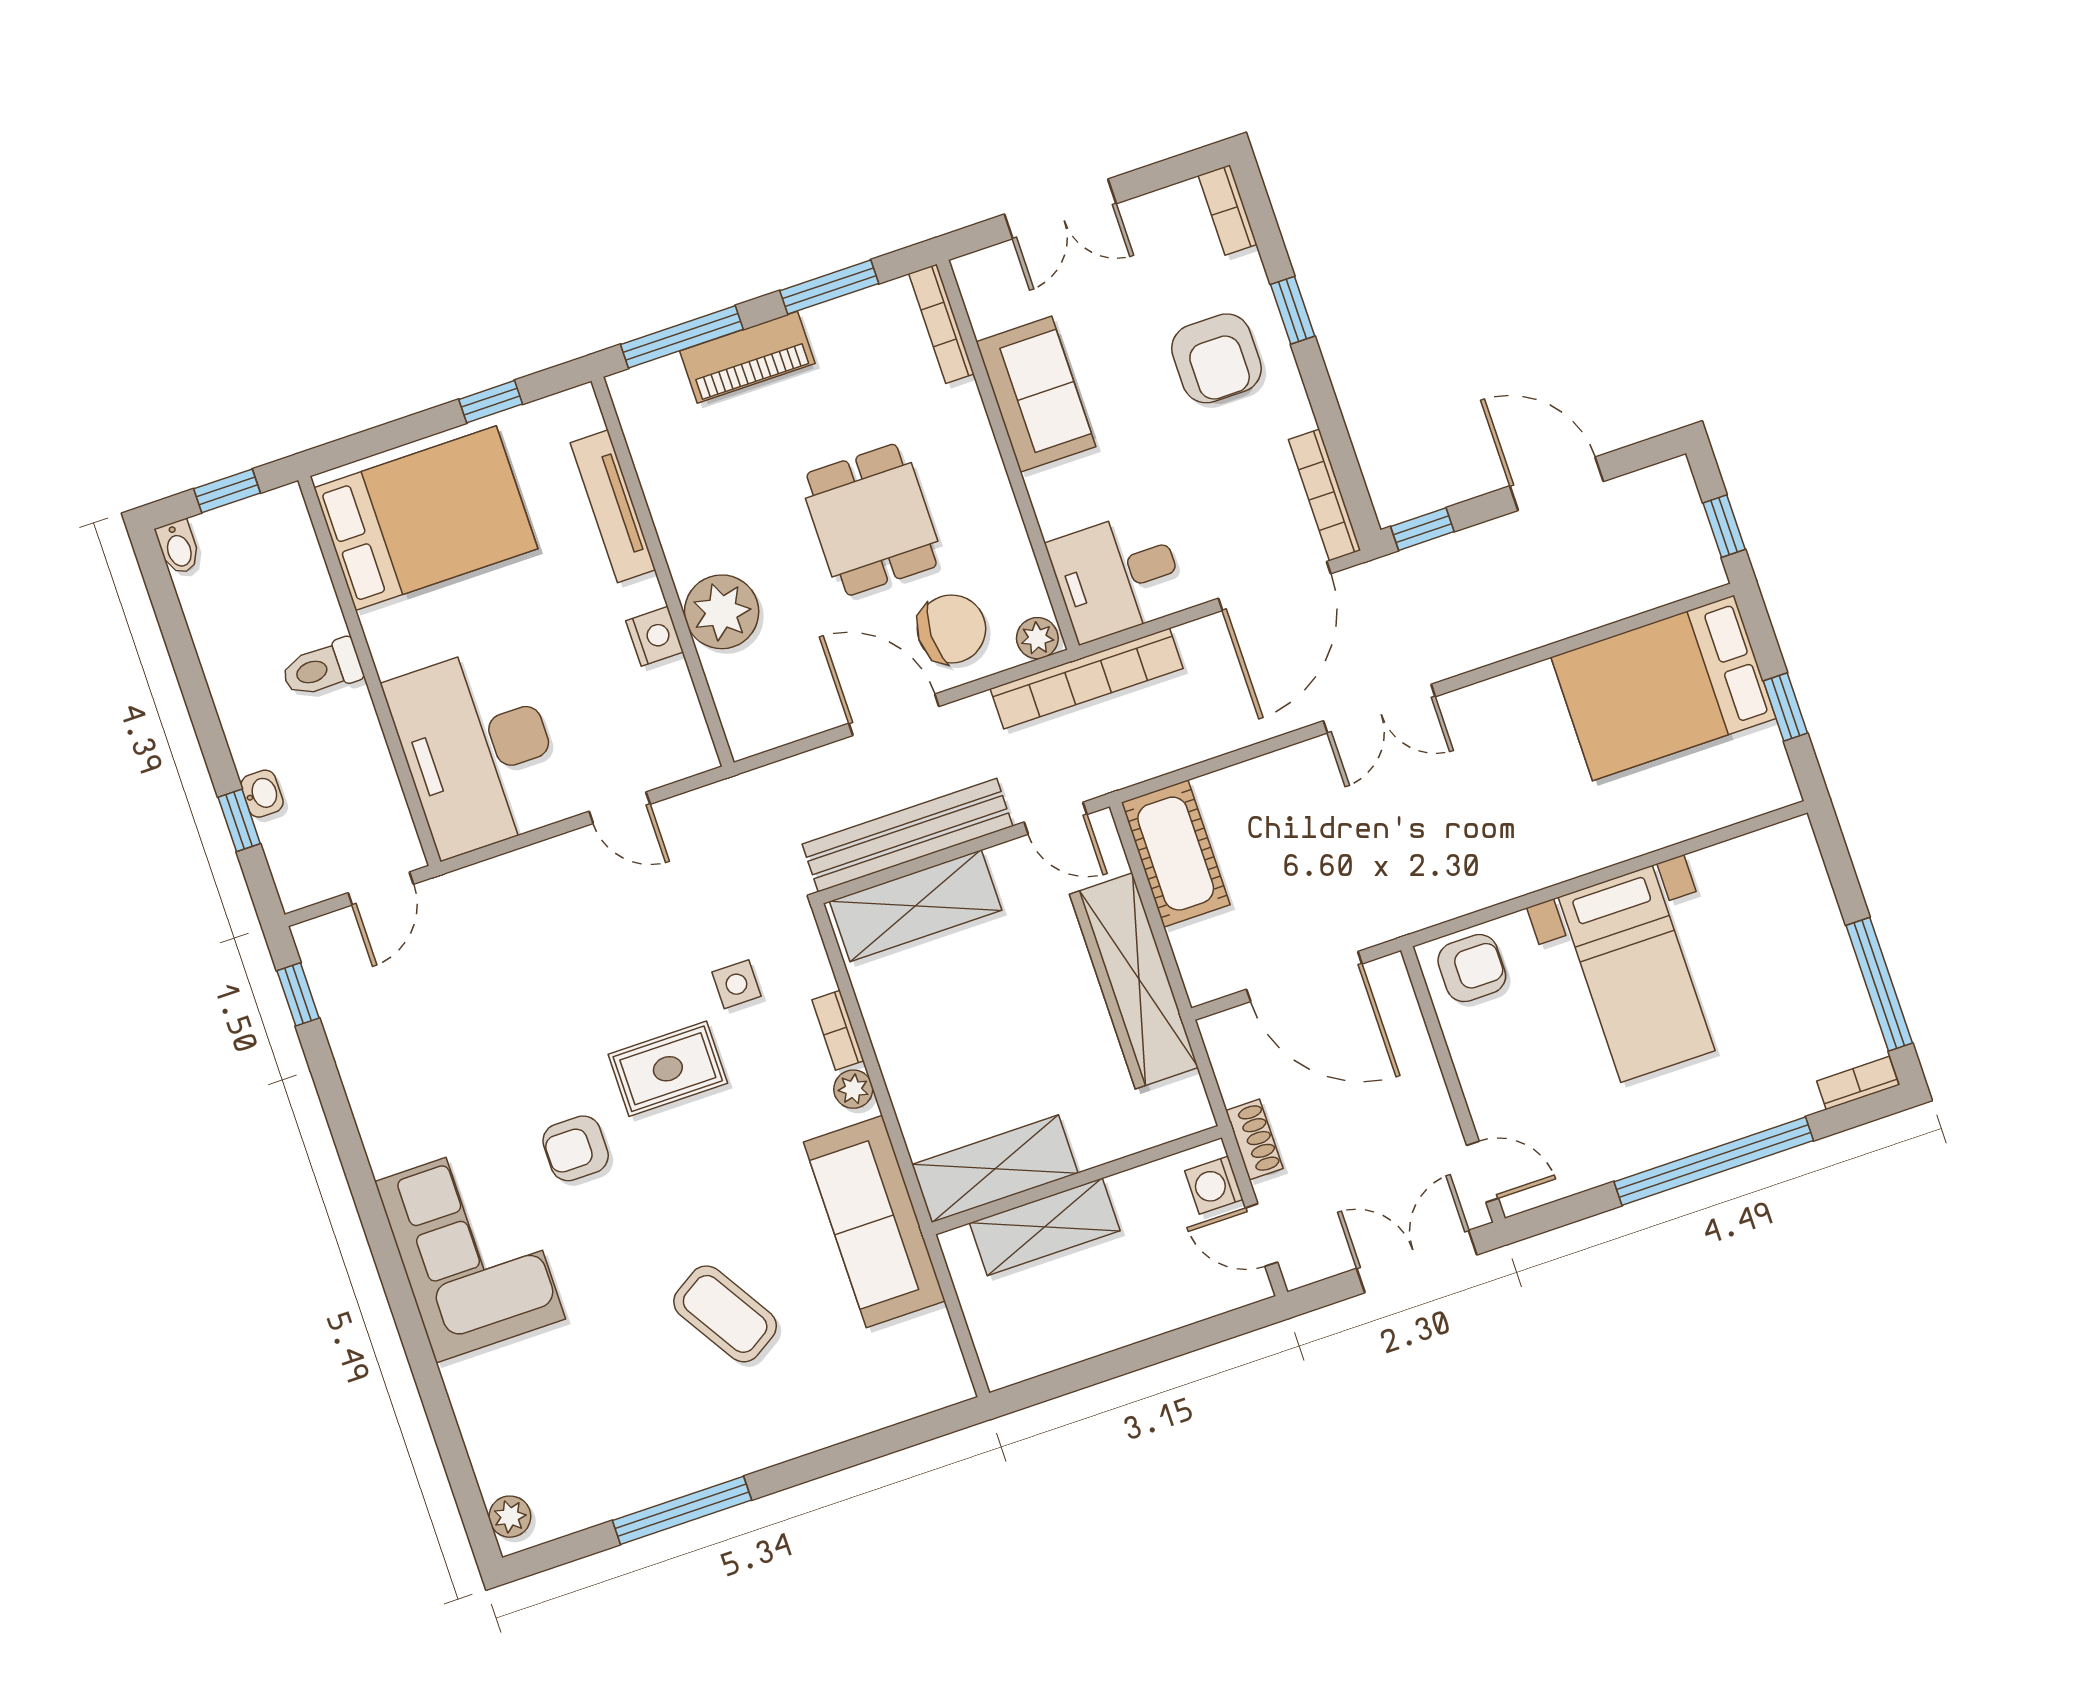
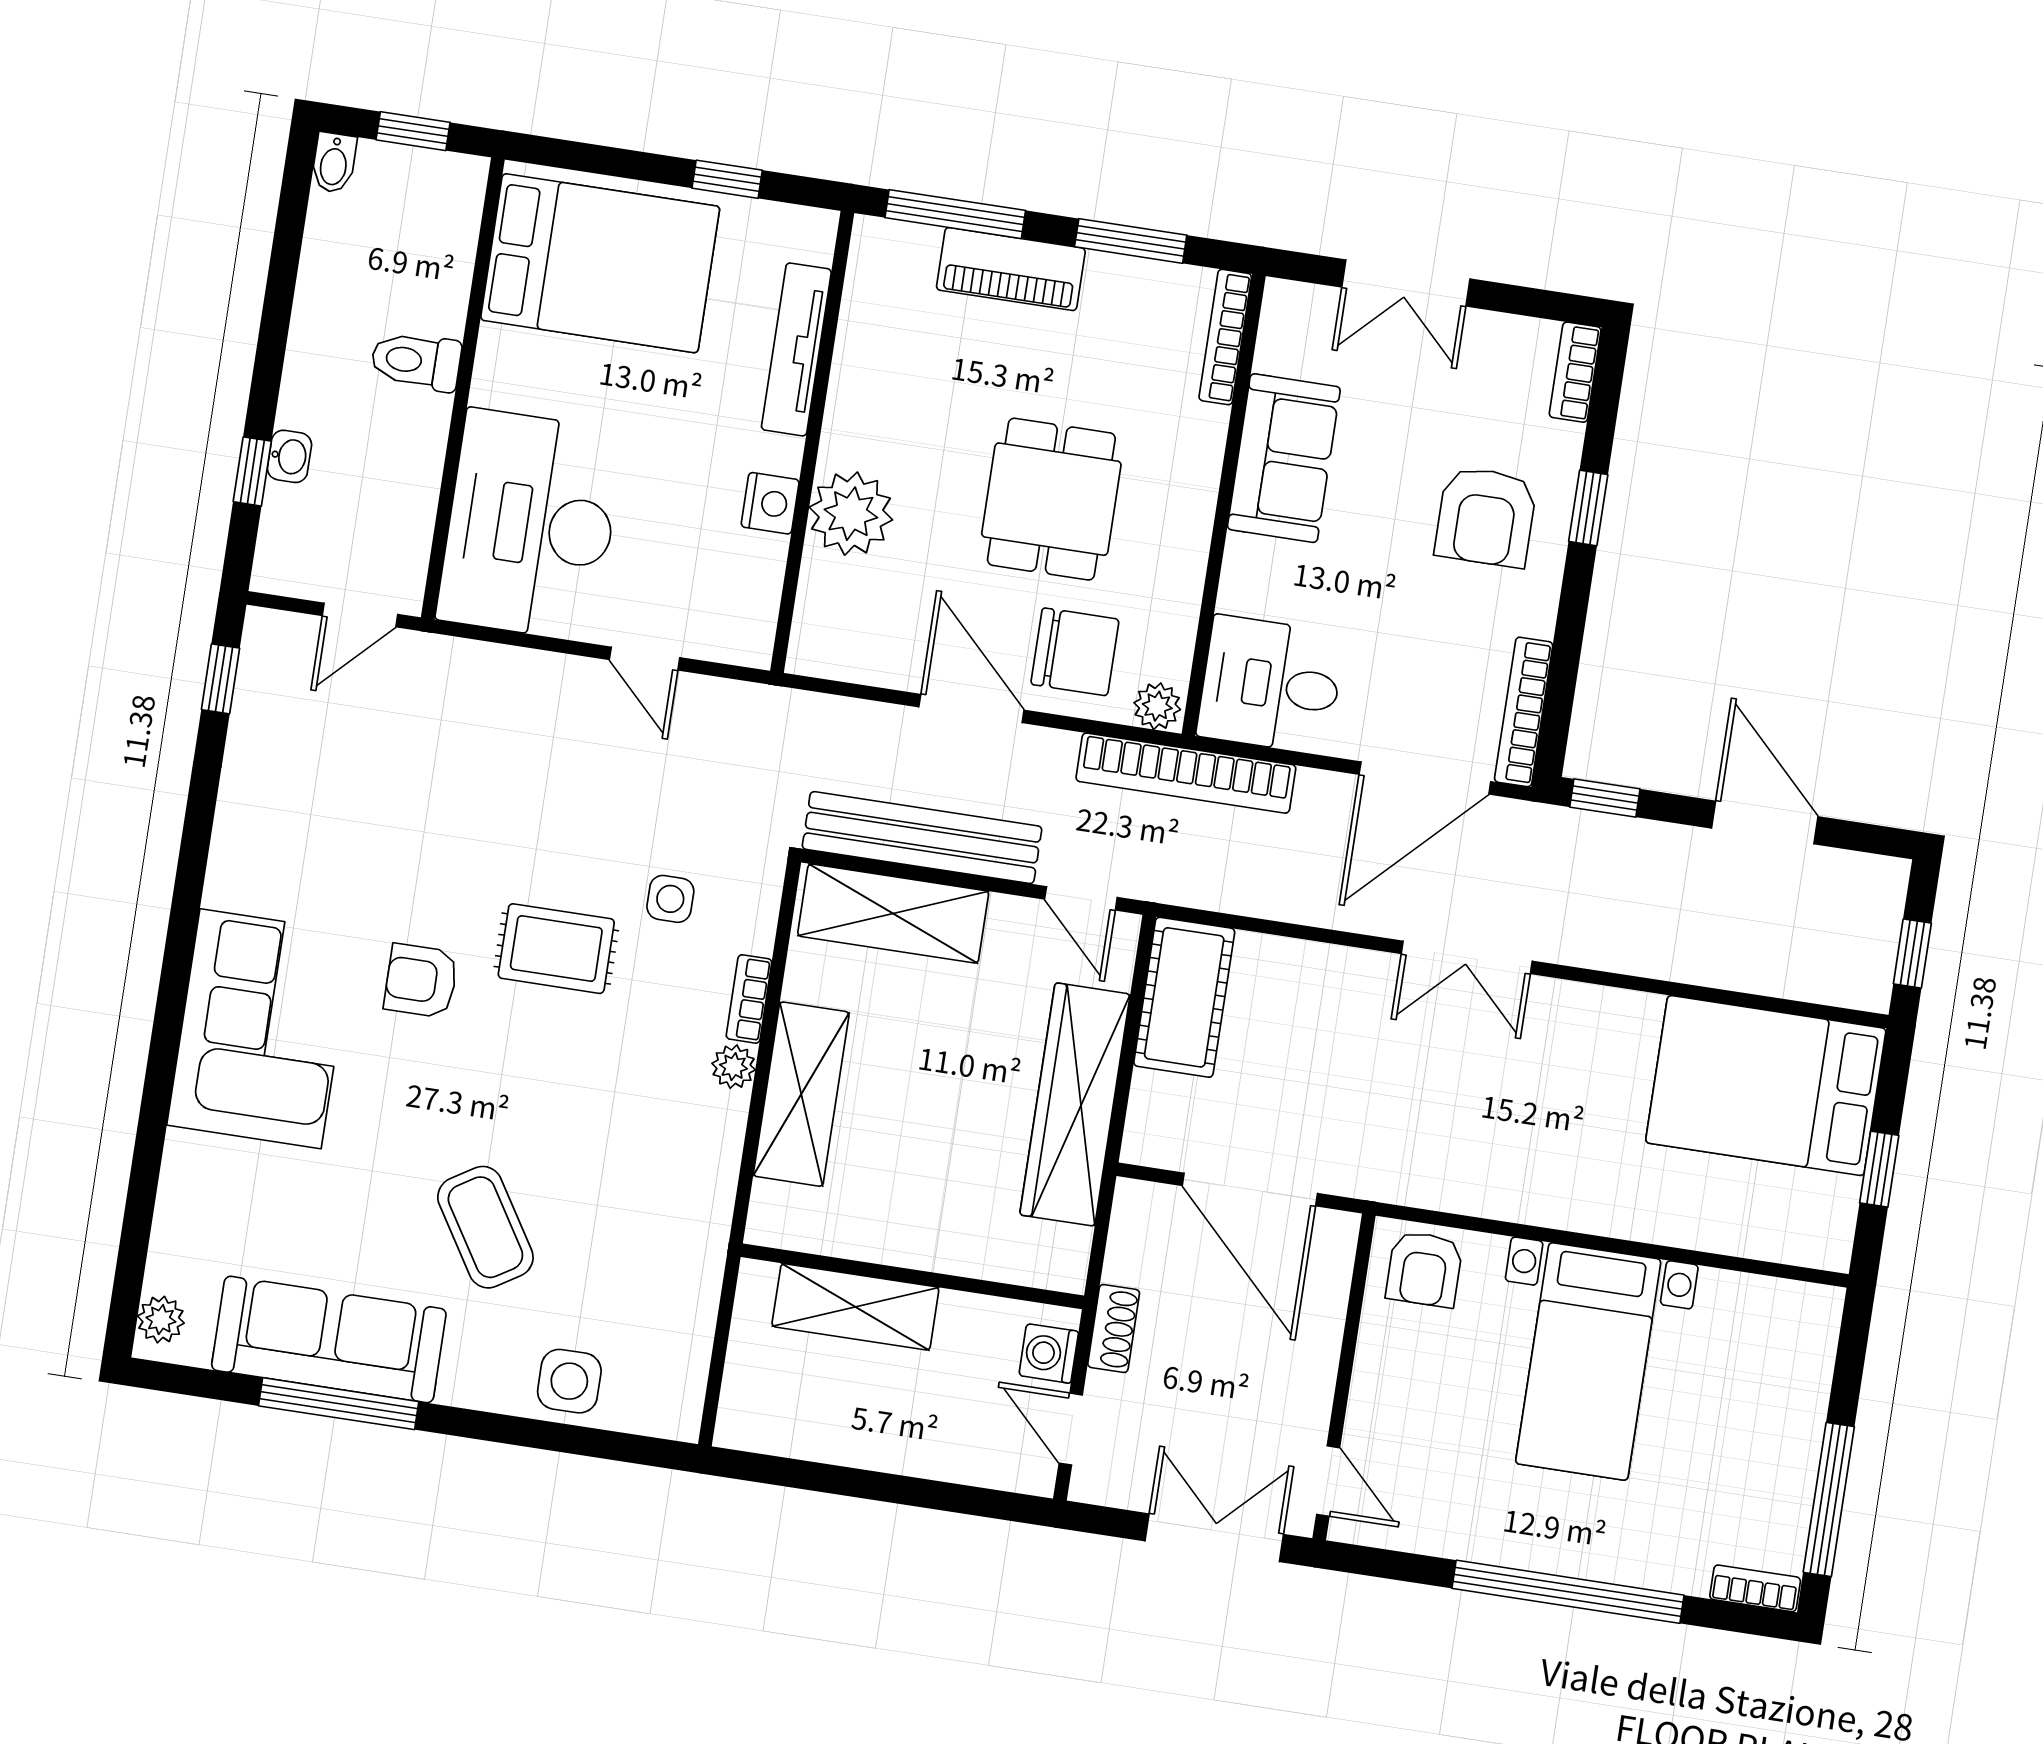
armchair: (1472, 968) -> (1424, 1269), turned 90
shelving: (995, 1169) -> (801, 1094), moved, turned 90
sofa: (874, 1222) -> (329, 1339), moved, turned 90
side table: (852, 1400) -> (569, 1381), added

